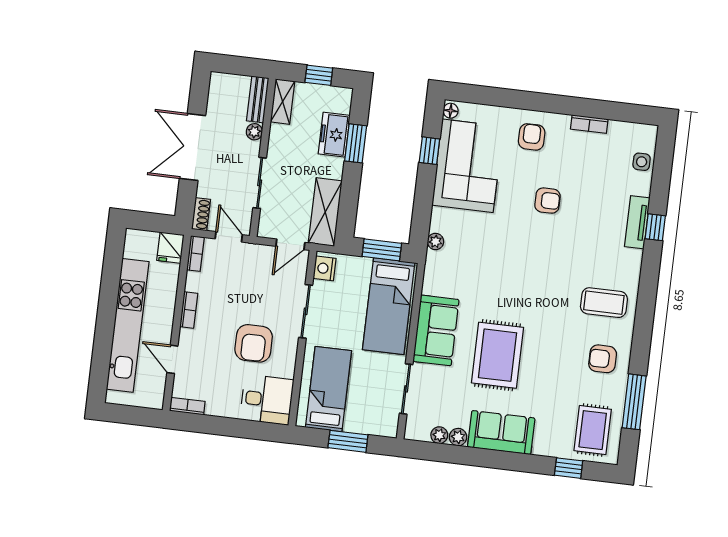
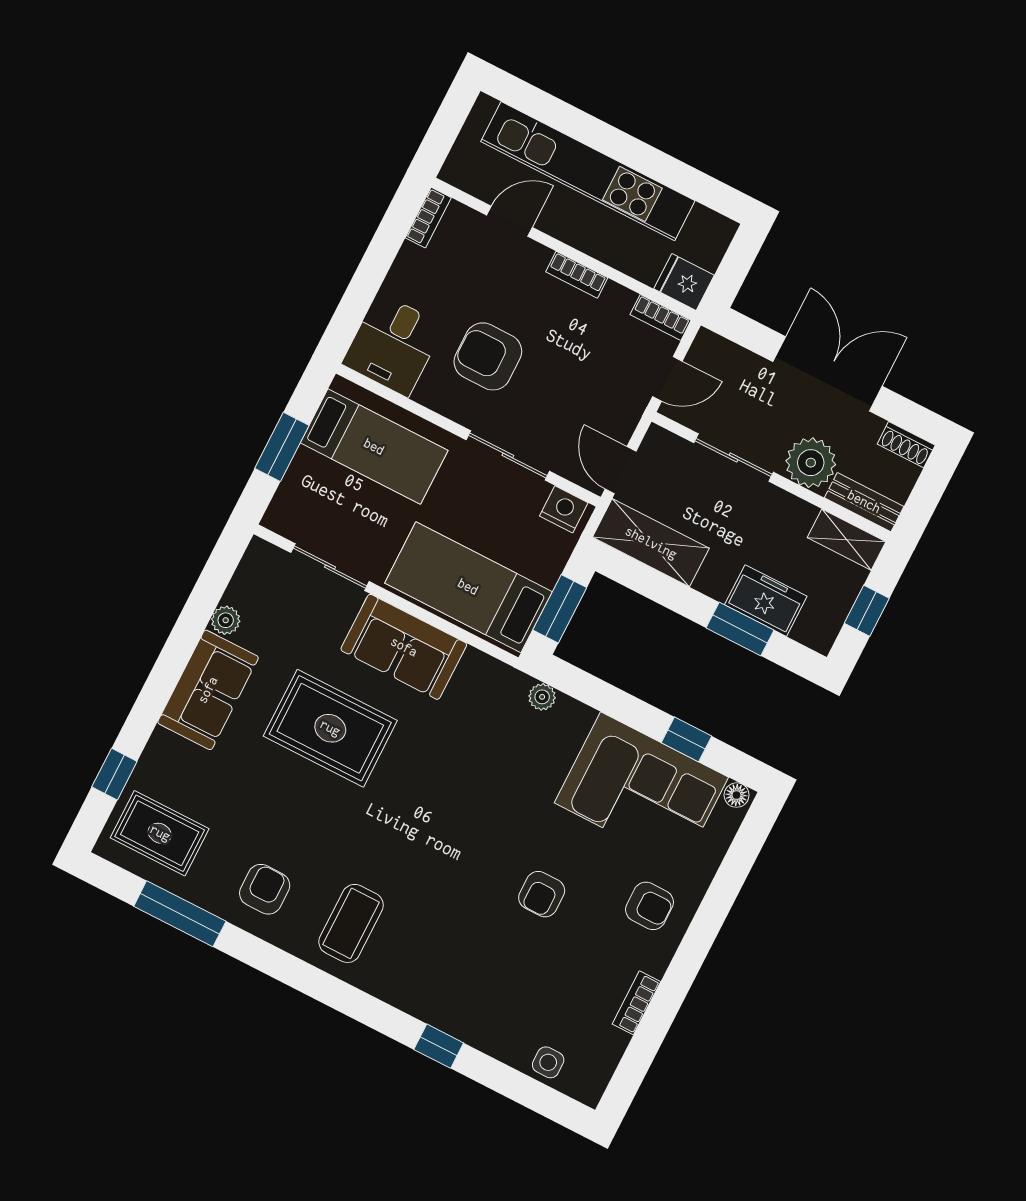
plant: (254, 132) -> (811, 463), width x1.88, depth x1.88
shoe rack: (201, 214) -> (906, 445), moved
tv unit: (637, 222) -> (457, 1021), removed
plant: (439, 435) -> (239, 592), removed

